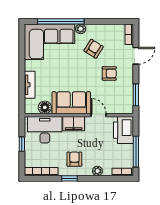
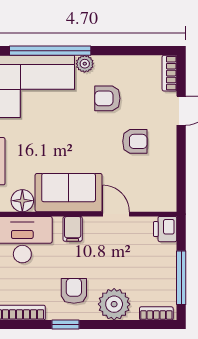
armchair: (94, 49) -> (107, 98), turned -122
window: (136, 95) -> (181, 179), removed
filing cabinet: (74, 124) -> (73, 229), width x0.50
printer: (123, 130) -> (165, 229), width x0.53, depth x0.68
plant: (97, 171) -> (114, 304), width x1.87, depth x1.87

